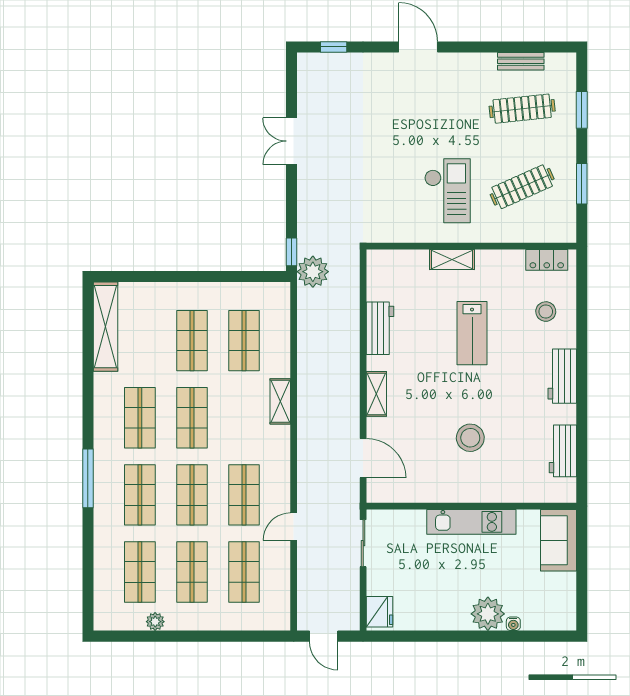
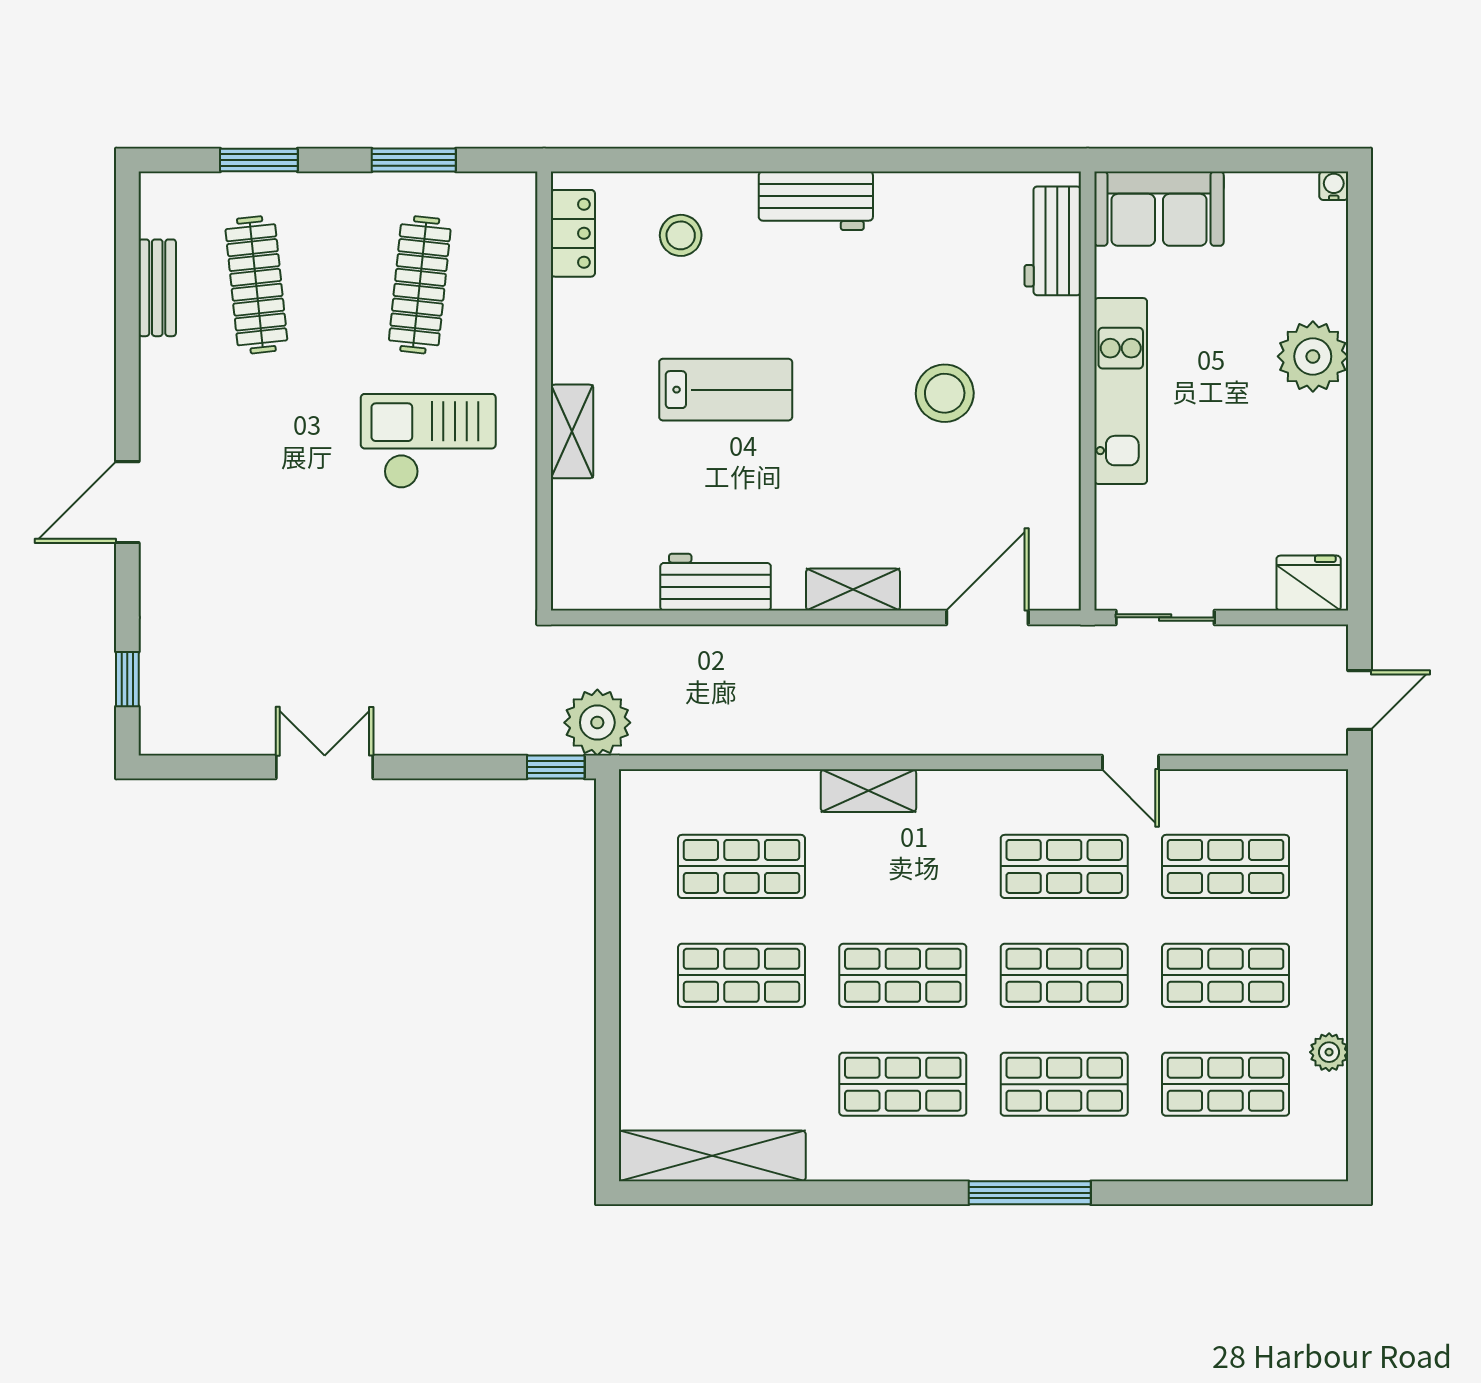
double door: (292, 141) -> (325, 767), swing flipped
clothes rail: (522, 187) -> (420, 285), turned 30
workbench: (563, 451) -> (1053, 241), moved, turned 90
water cooler: (513, 624) -> (1334, 186), moved, turned -90

